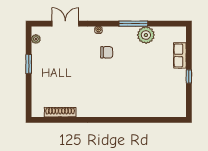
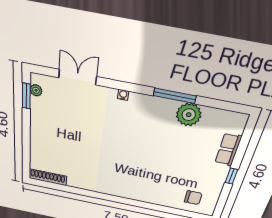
chair: (107, 52) -> (193, 198), moved
window: (29, 64) -> (26, 96), moved
shoe rack: (60, 112) -> (48, 177), moved

